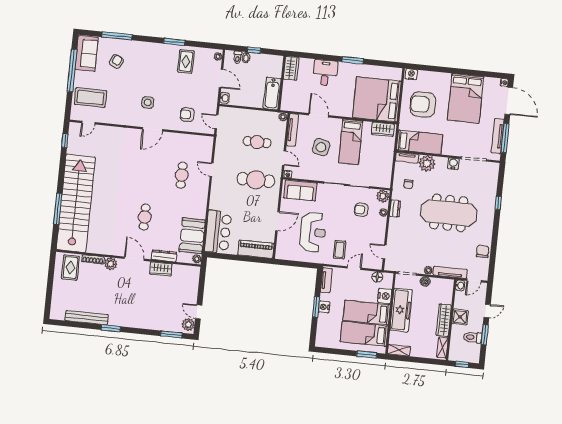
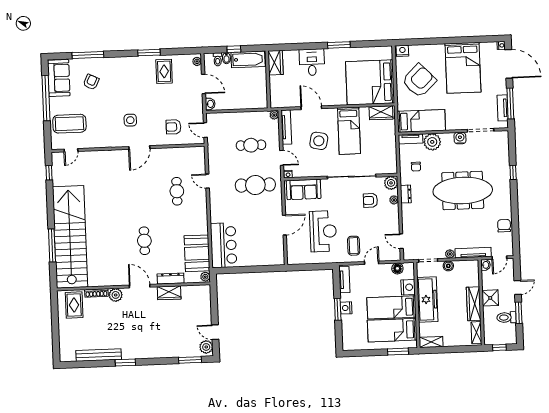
bathtub: (272, 93) -> (248, 59), moved, turned -90
armchair: (423, 104) -> (419, 81), turned 136
tv unit: (498, 136) -> (503, 108), width x0.71
piano: (256, 249) -> (266, 258), removed

